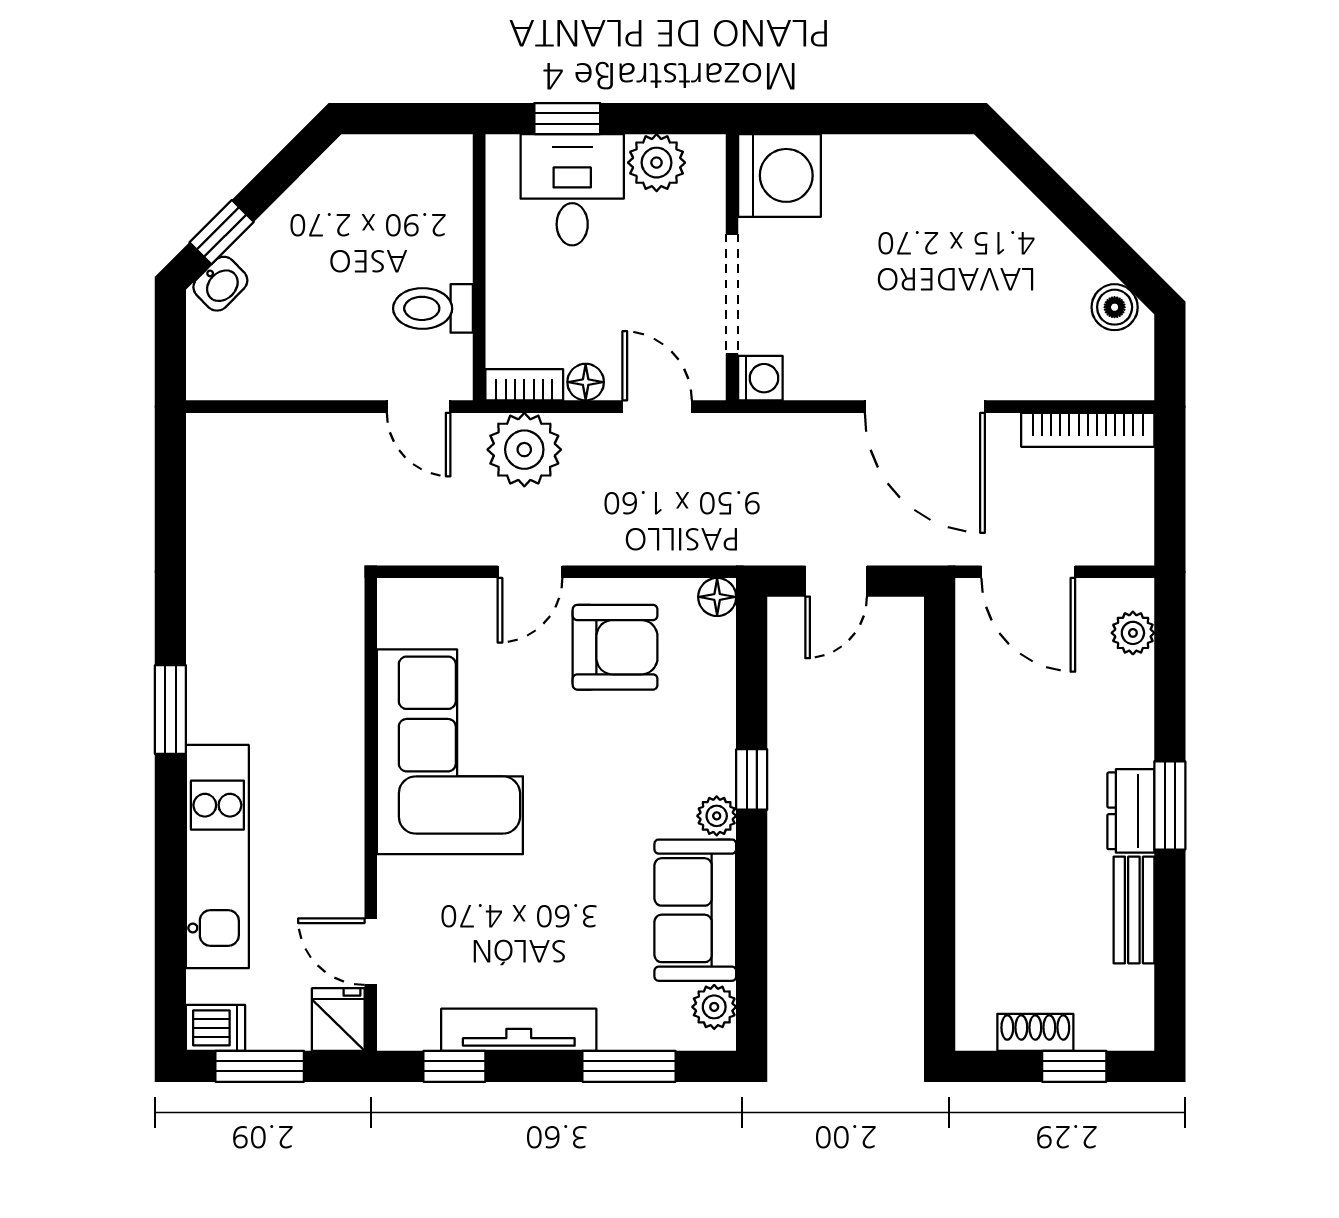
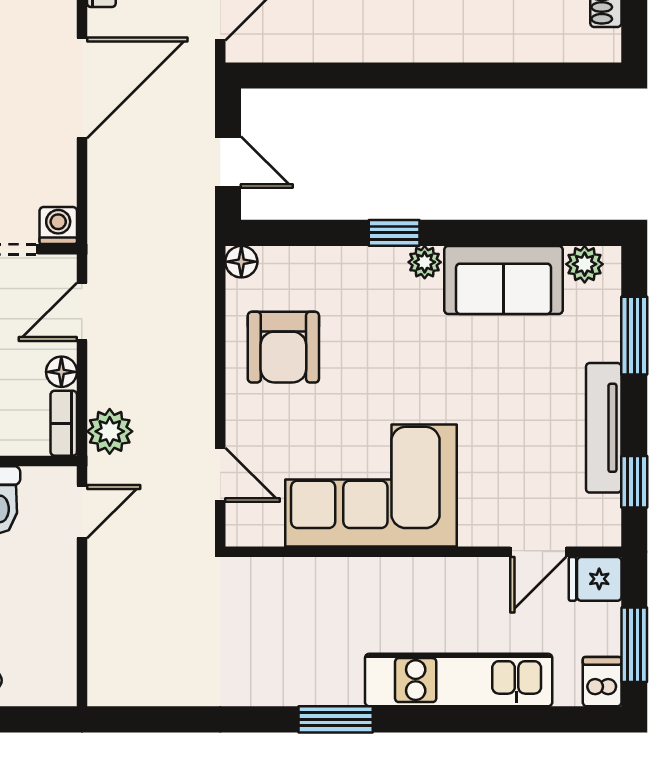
plant: (524, 450) -> (110, 431), width x0.73, depth x0.73
door: (530, 572) -> (220, 475), moved
armchair: (615, 647) -> (283, 347), turned 180

